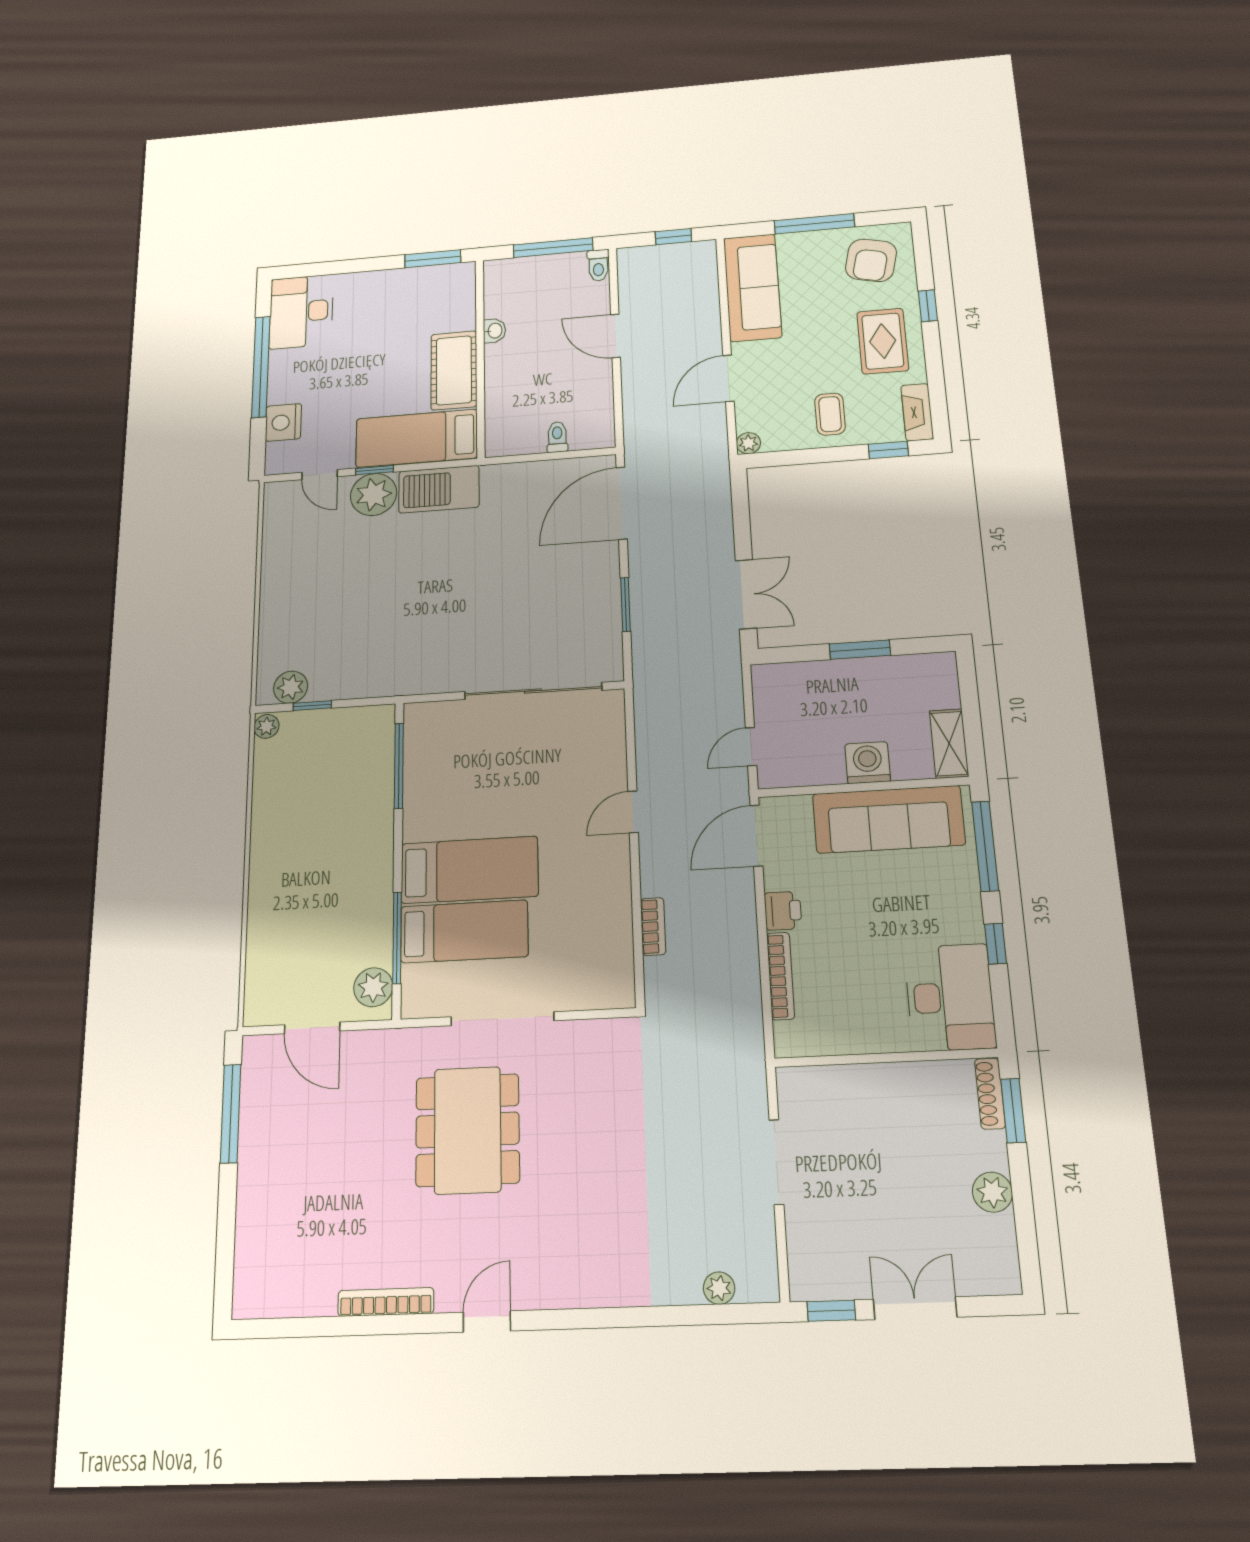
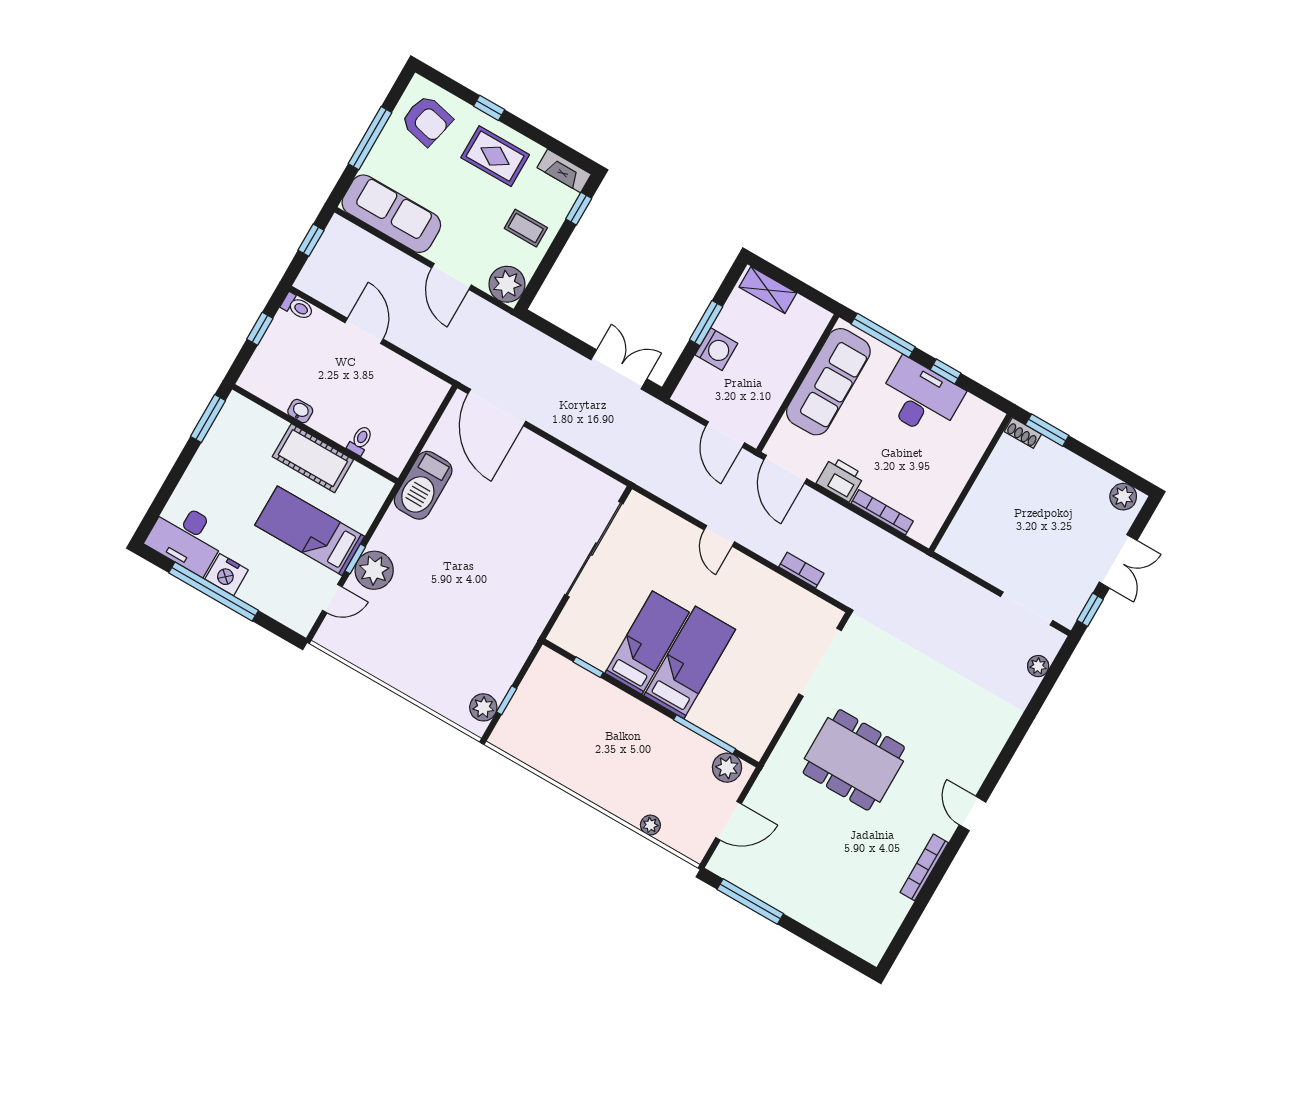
window: (553, 248) -> (260, 329), width x0.46
door: (616, 336) -> (364, 331), swing flipped
nightstand: (283, 422) -> (227, 575), moved
toilet: (557, 437) -> (360, 440), moved, turned 90
bed: (417, 438) -> (310, 531), moved, turned 90
plant: (748, 443) -> (507, 284), width x1.88, depth x1.88
barbecue: (439, 489) -> (423, 485), moved
window: (625, 605) -> (573, 452), removed
plant: (266, 726) -> (650, 825), moved
shelving: (949, 744) -> (768, 290), moved
door: (751, 747) -> (725, 435), width x1.38
washing machine: (868, 763) -> (716, 349), moved, turned 180
window: (399, 766) -> (588, 667), width x0.46
printer: (783, 911) -> (840, 479), width x1.36, depth x1.24
bed: (464, 931) -> (647, 643), moved
desk: (950, 997) -> (920, 398), moved
doorway: (502, 1019) -> (820, 662), moved
shoe rack: (990, 1094) -> (1023, 433), width x0.70
doorway: (776, 1162) -> (1027, 609), moved
plant: (992, 1192) -> (1123, 497), moved
double door: (915, 1308) -> (1118, 561), swing flipped

